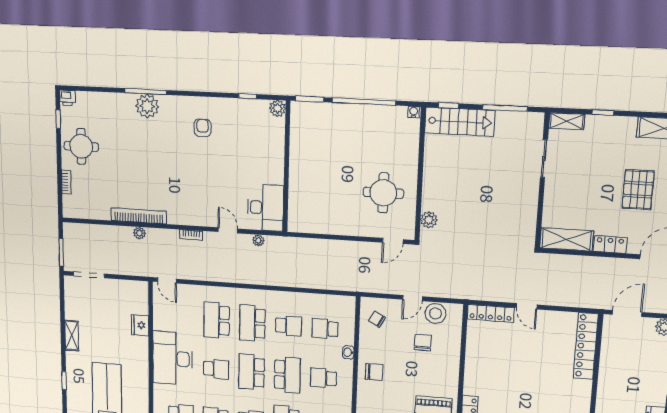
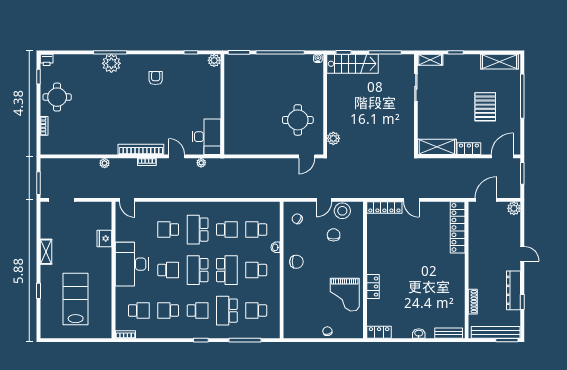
bookcase: (139, 216) -> (141, 149), moved
school desk: (217, 320) -> (168, 230), width x0.54

